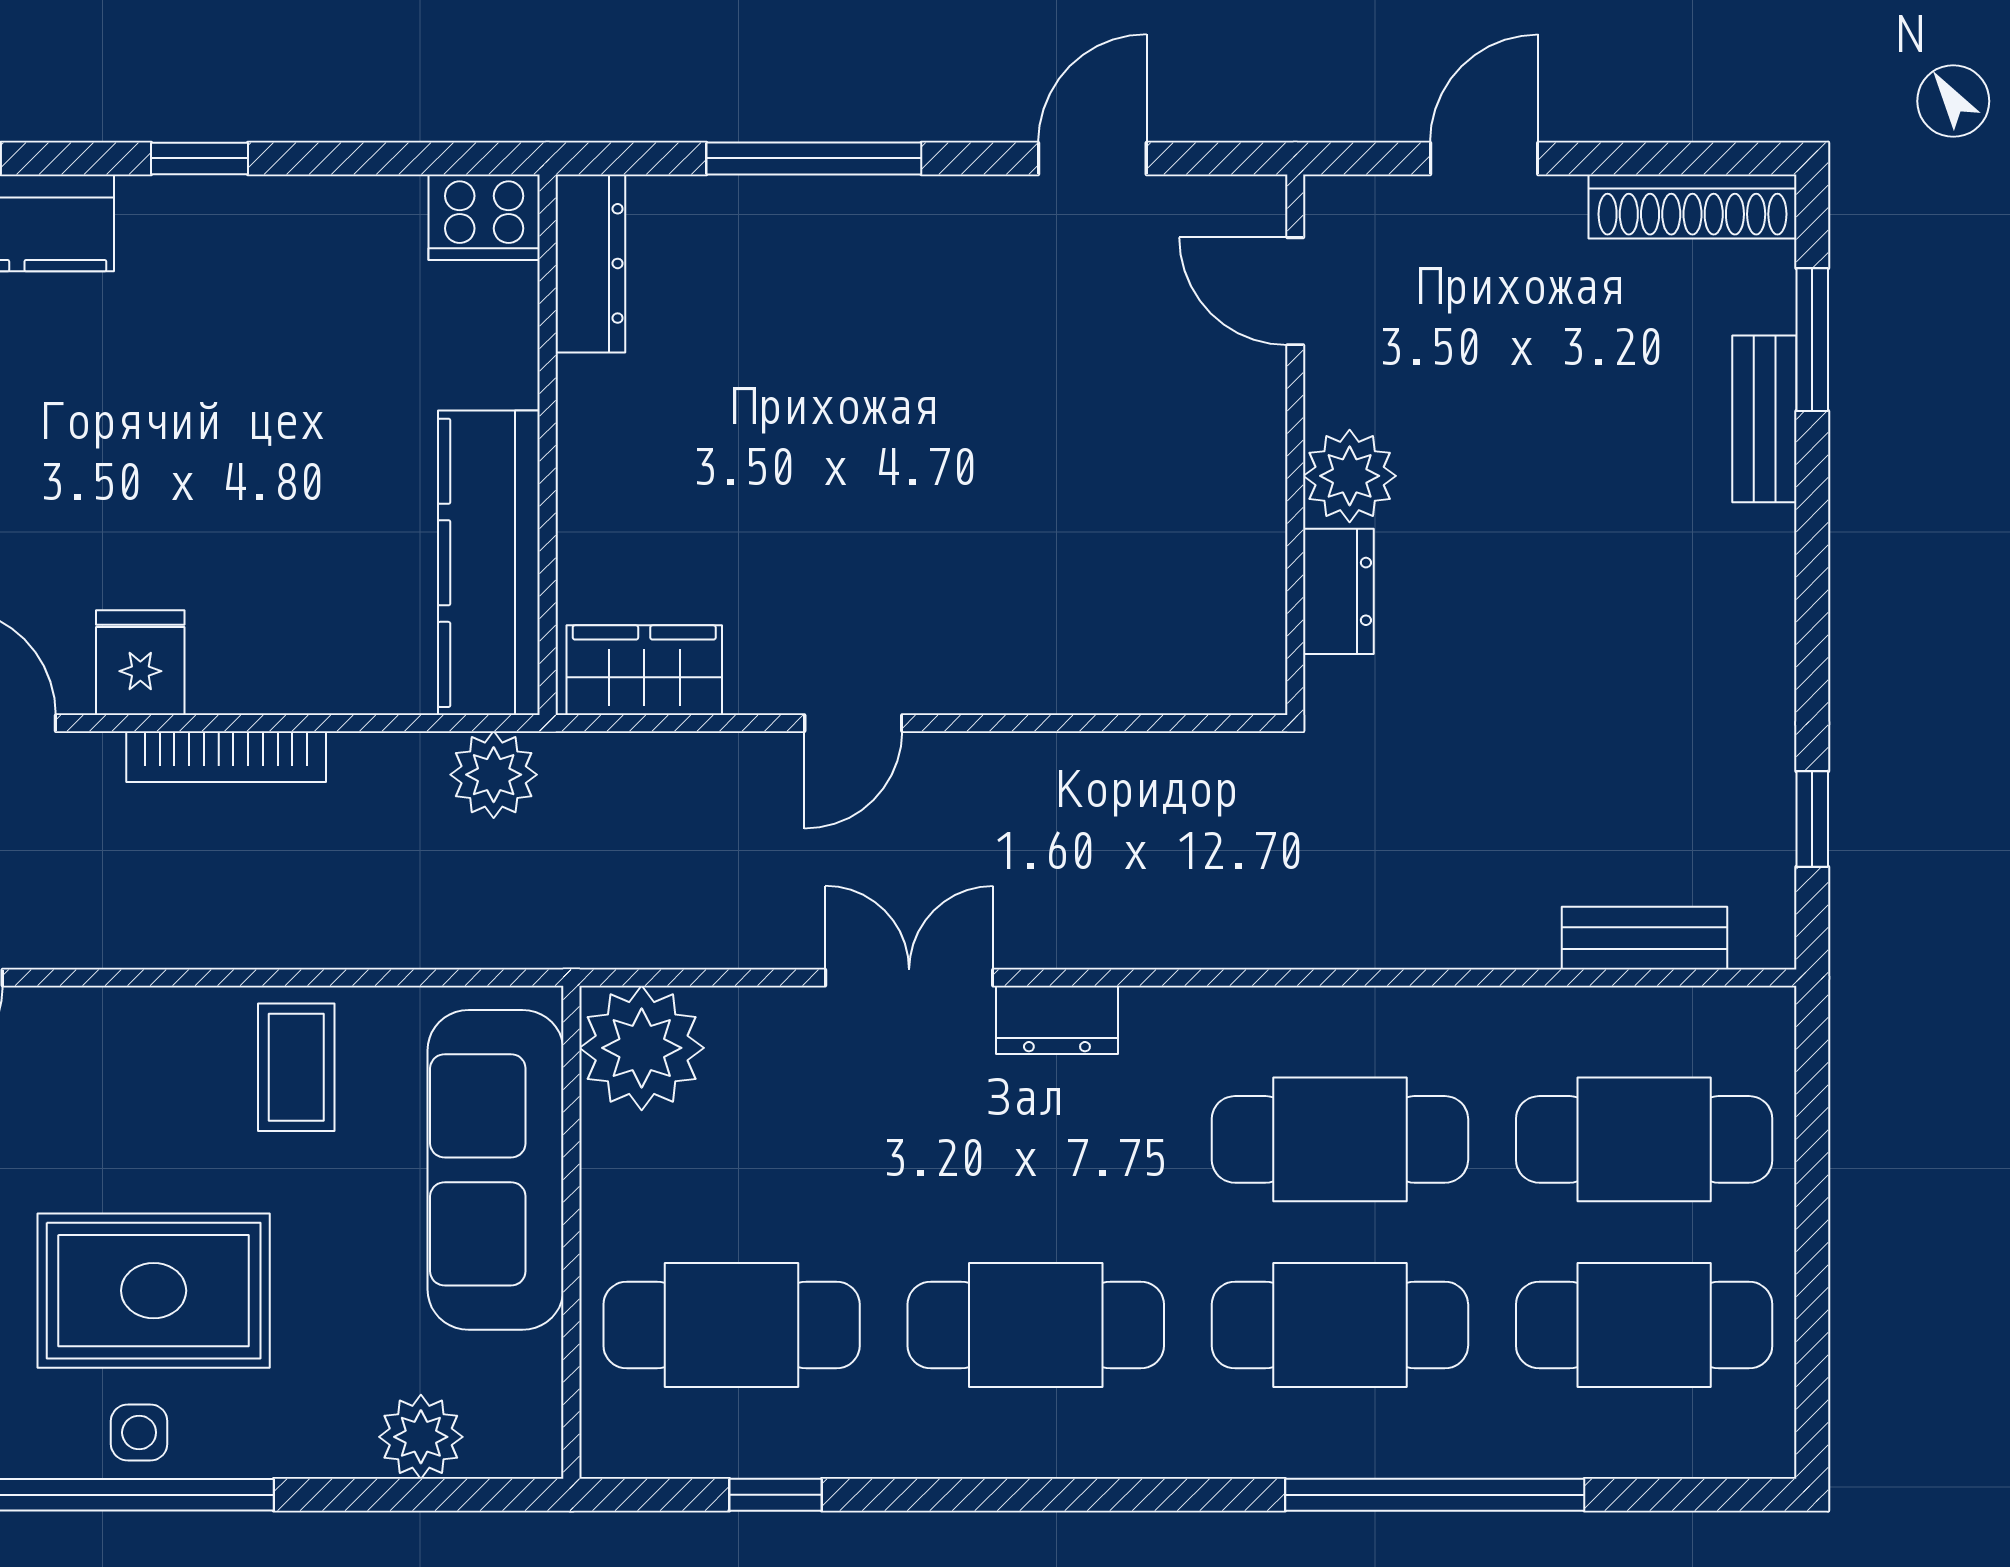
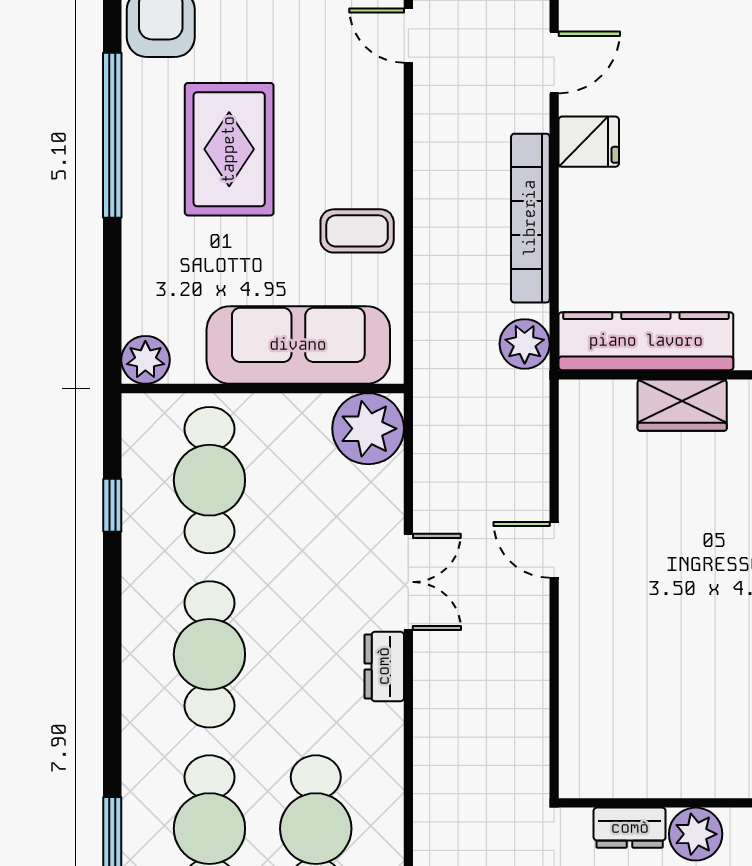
wardrobe: (644, 670) -> (682, 405), moved, turned 90
bookcase: (226, 757) -> (530, 218), width x1.48, depth x1.31
side table: (139, 1433) -> (148, 141), removed
plant: (421, 1437) -> (145, 360), moved

